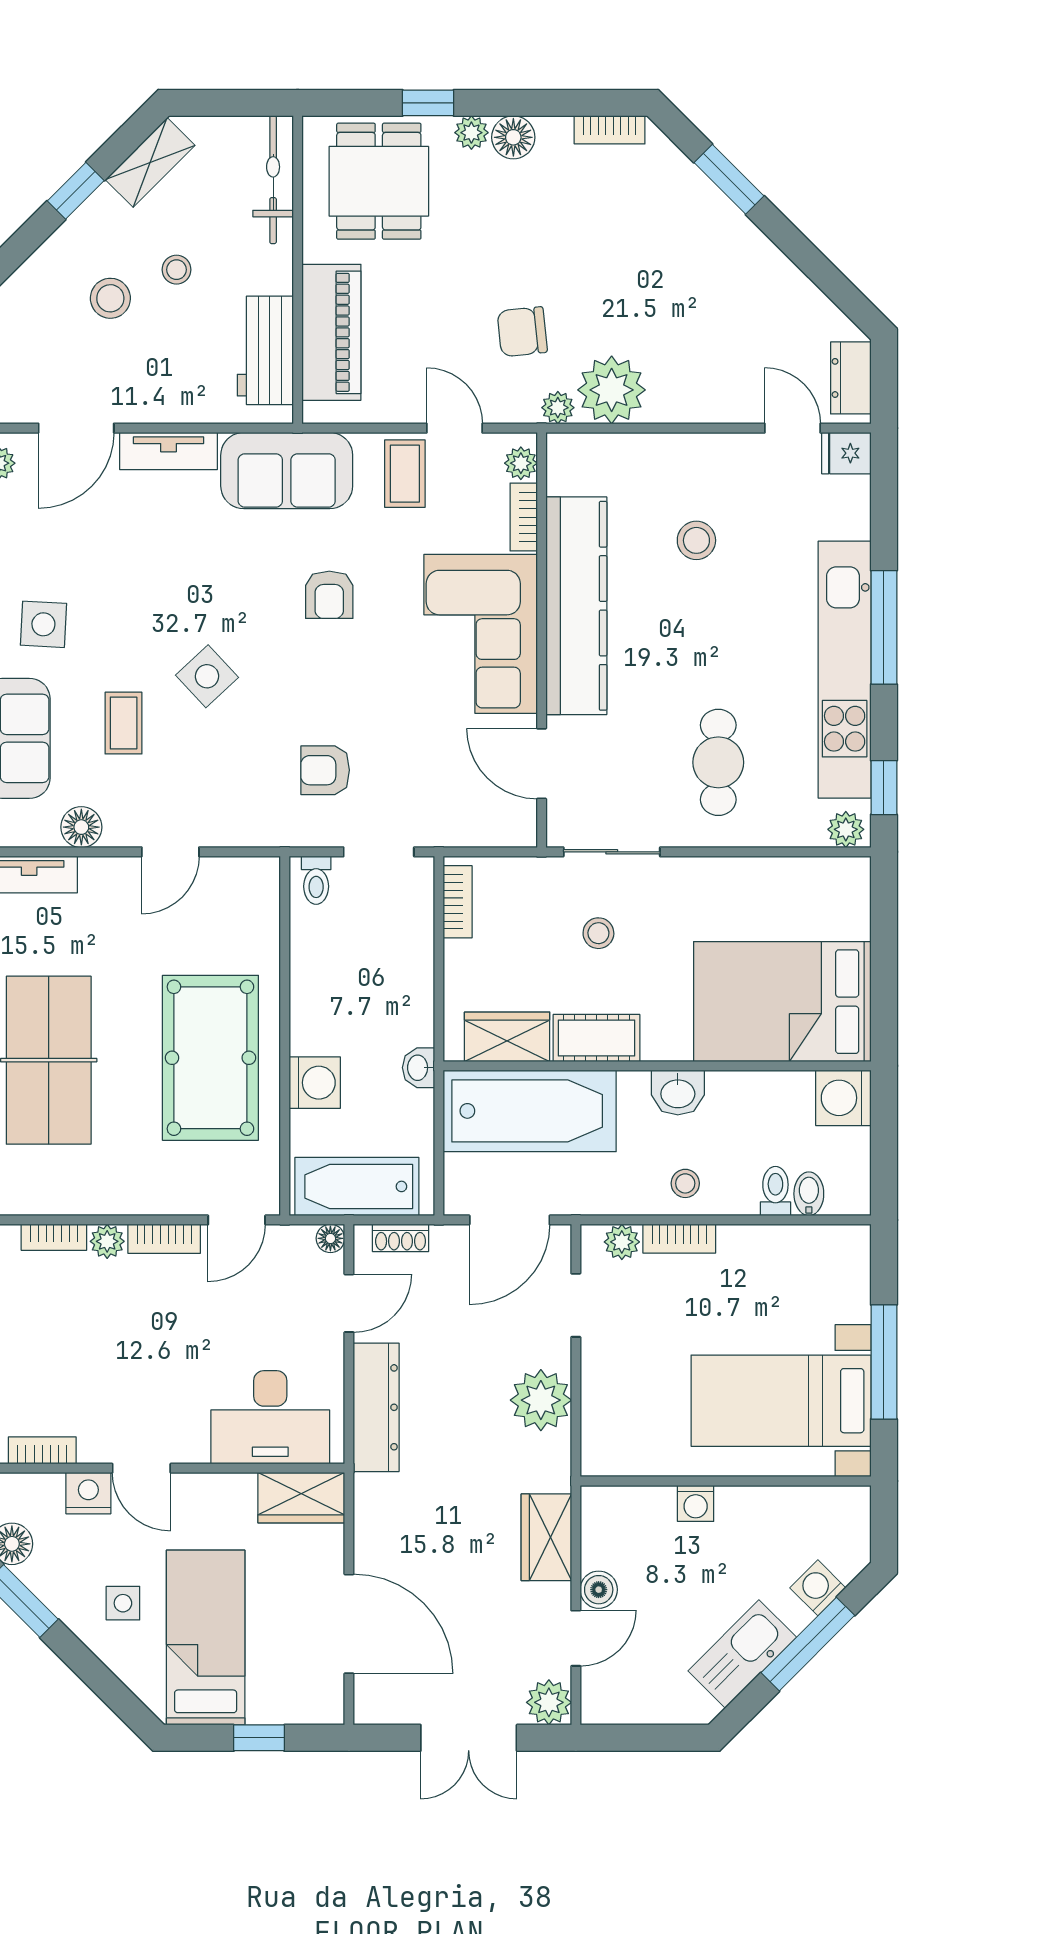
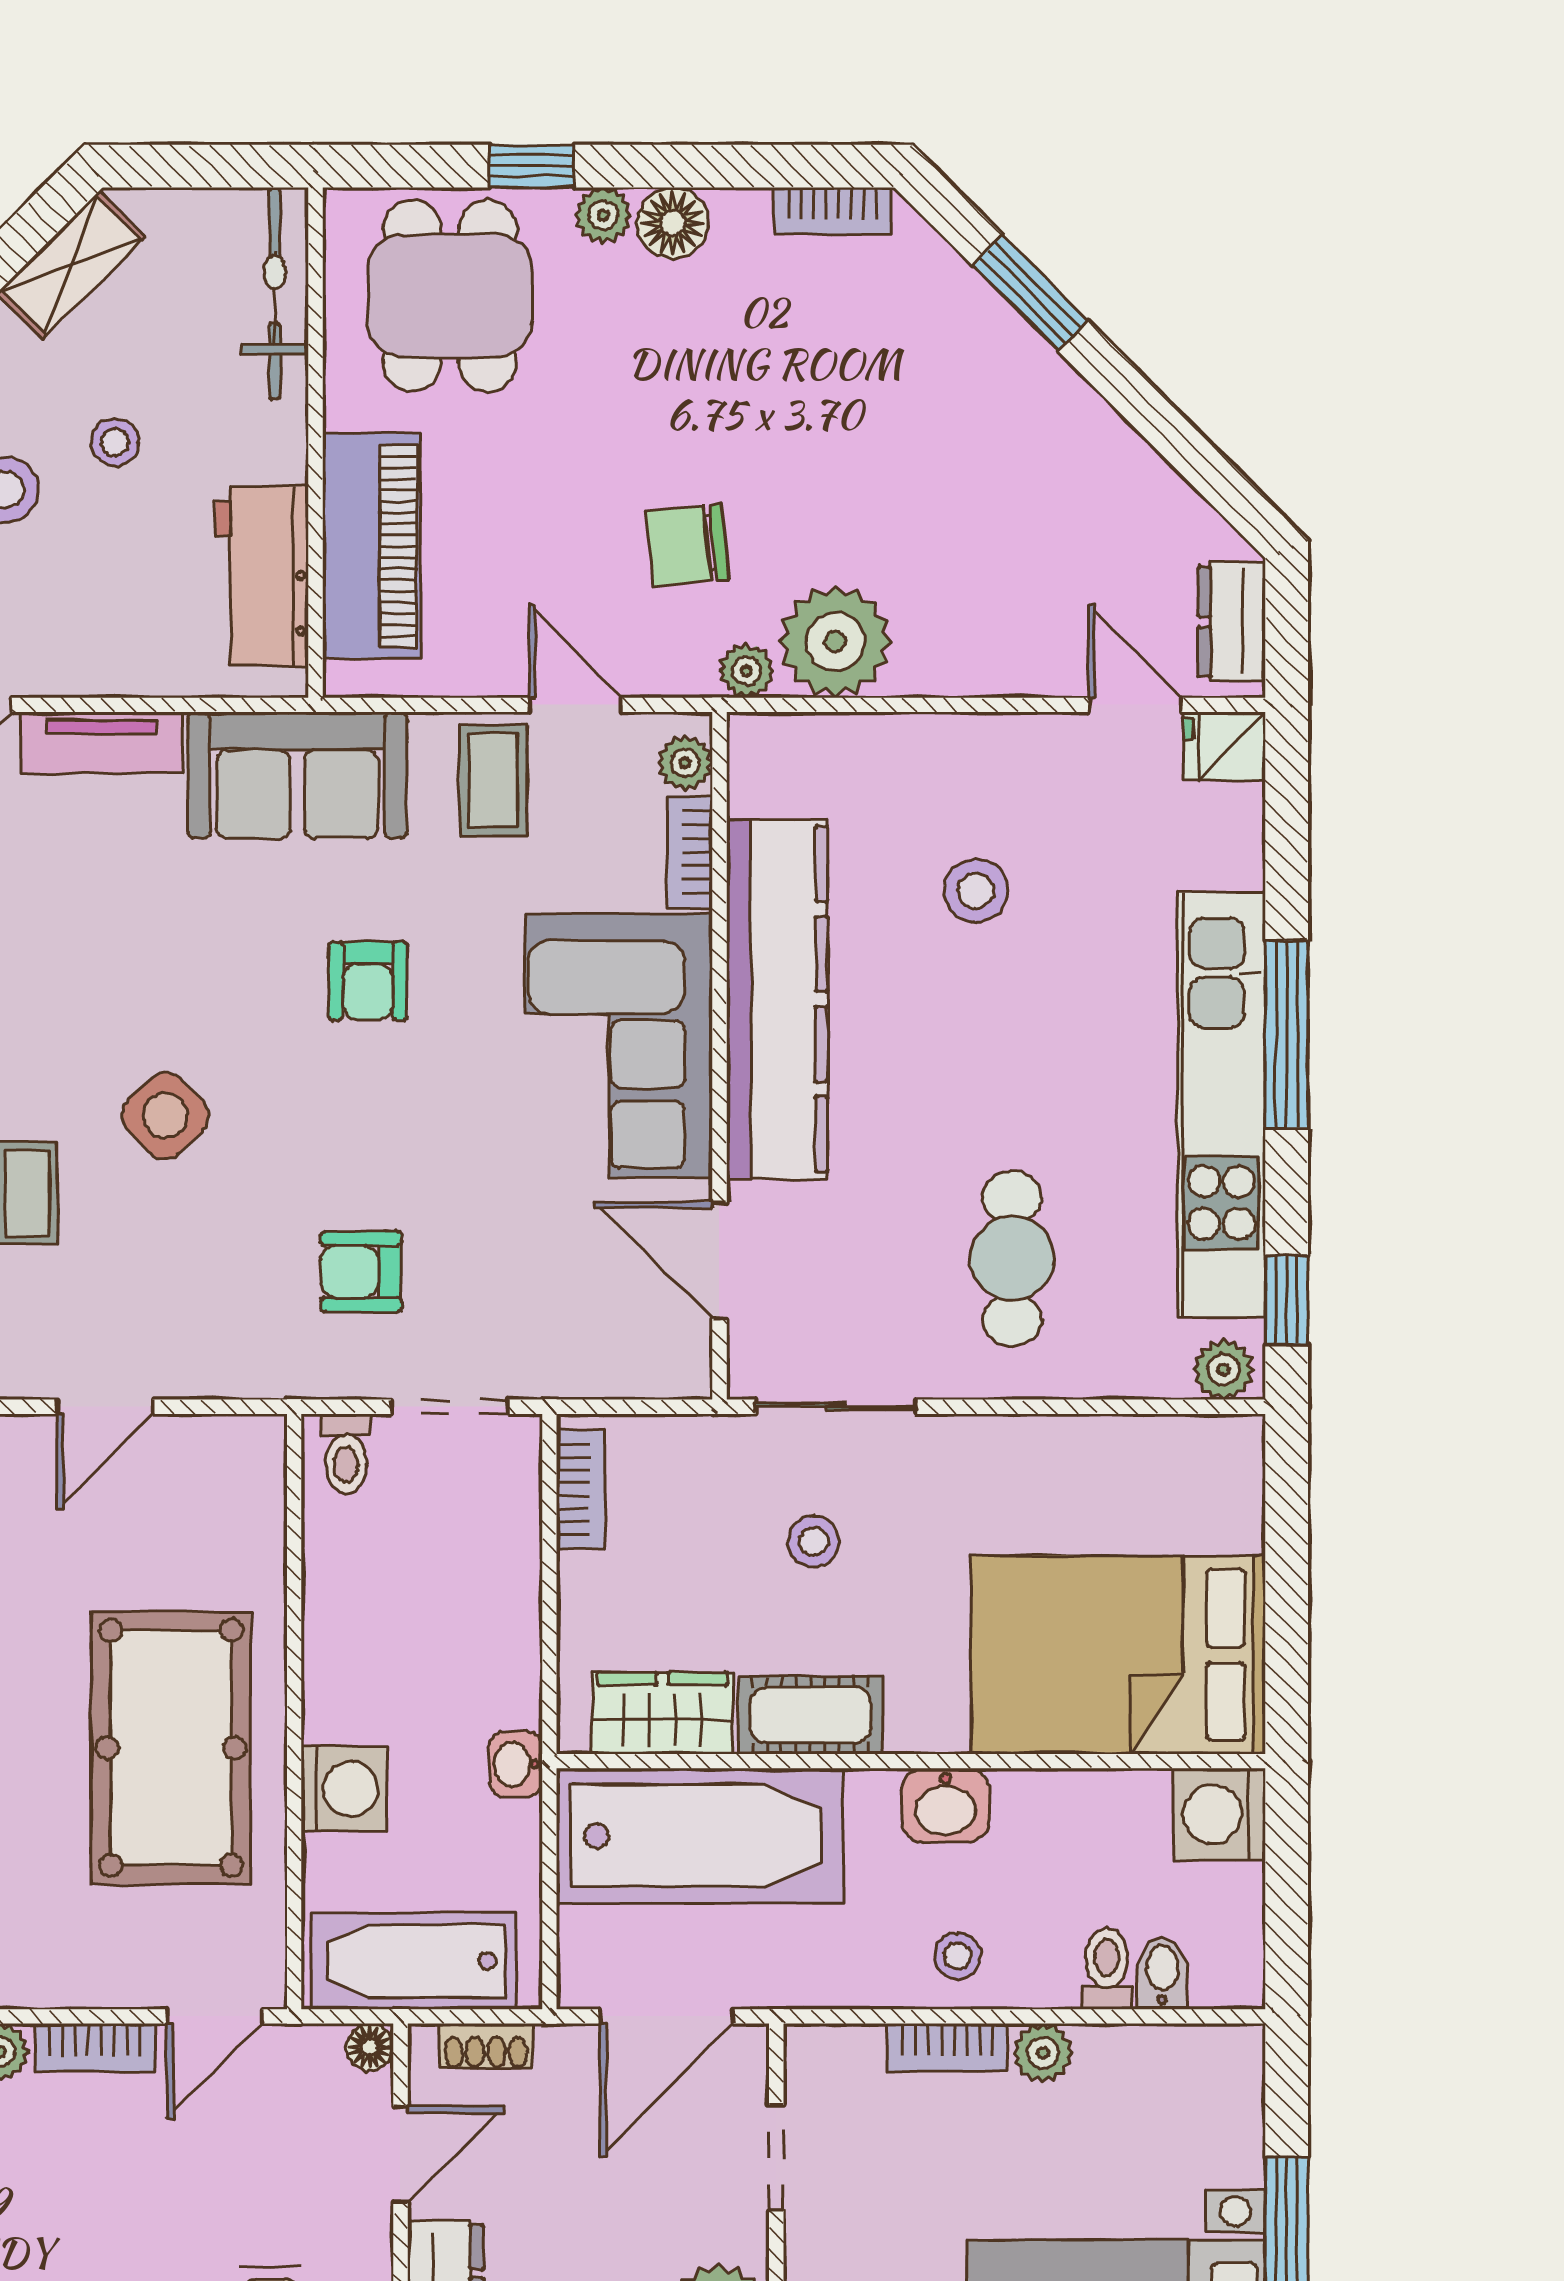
plant: (622, 1242) -> (1043, 2053), moved

